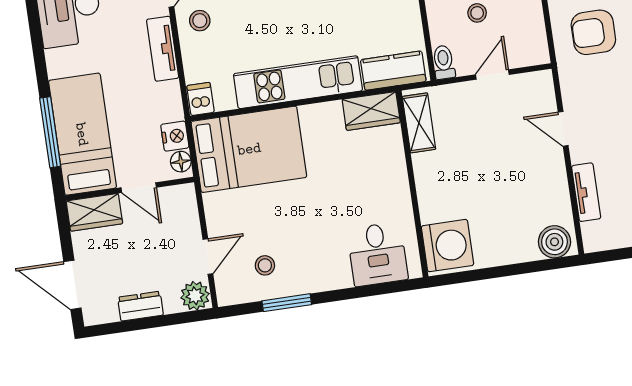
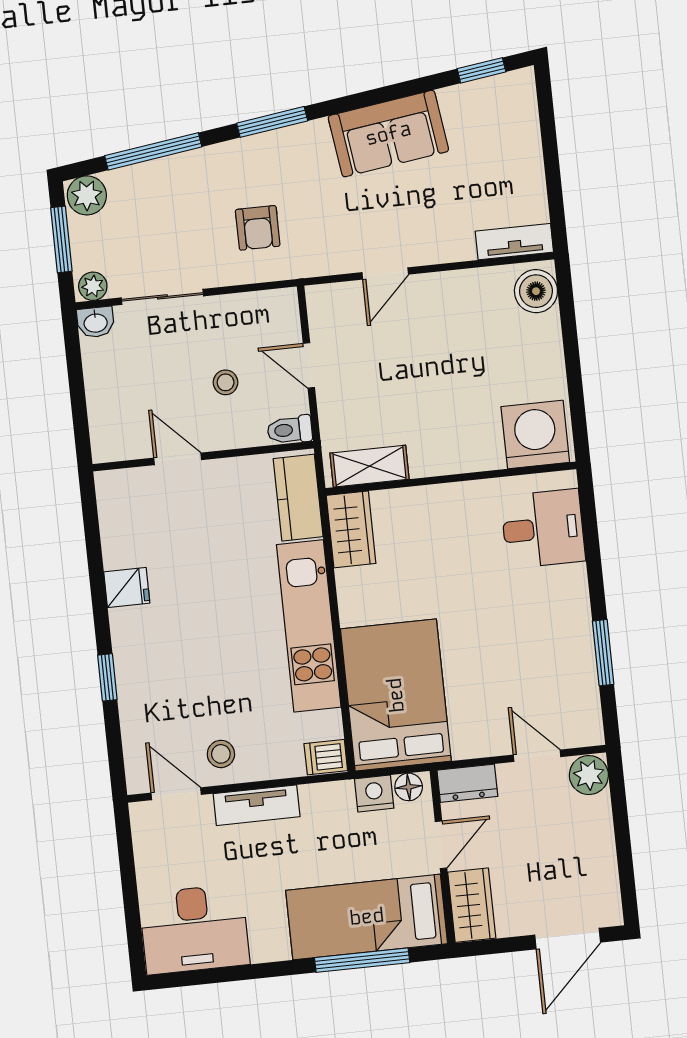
armchair: (593, 32) -> (258, 228), width x0.72, depth x0.72
tv unit: (586, 192) -> (514, 242), moved
stool: (265, 265) -> (552, 680), removed
dresser: (140, 306) -> (467, 783), moved, turned -90

